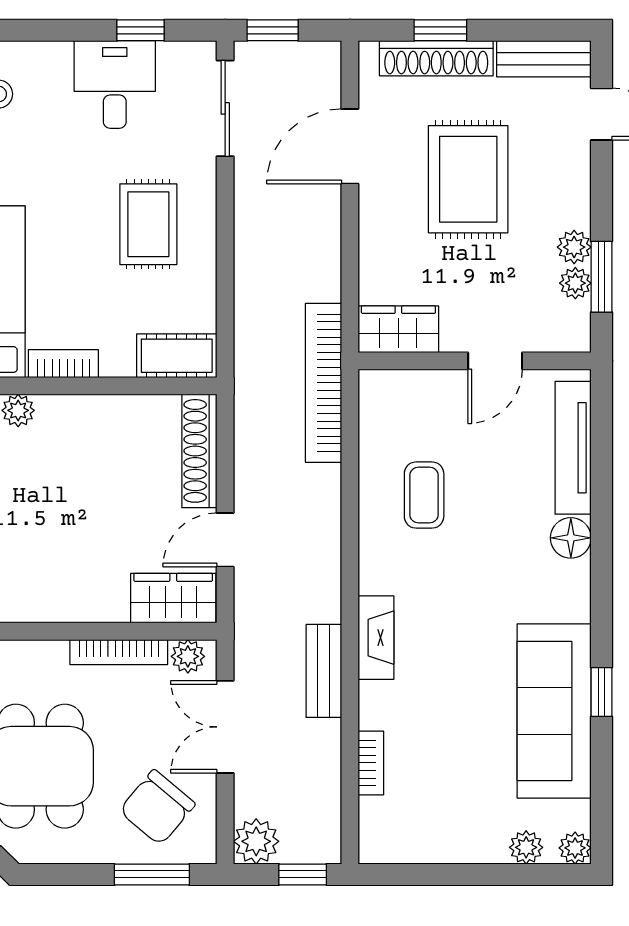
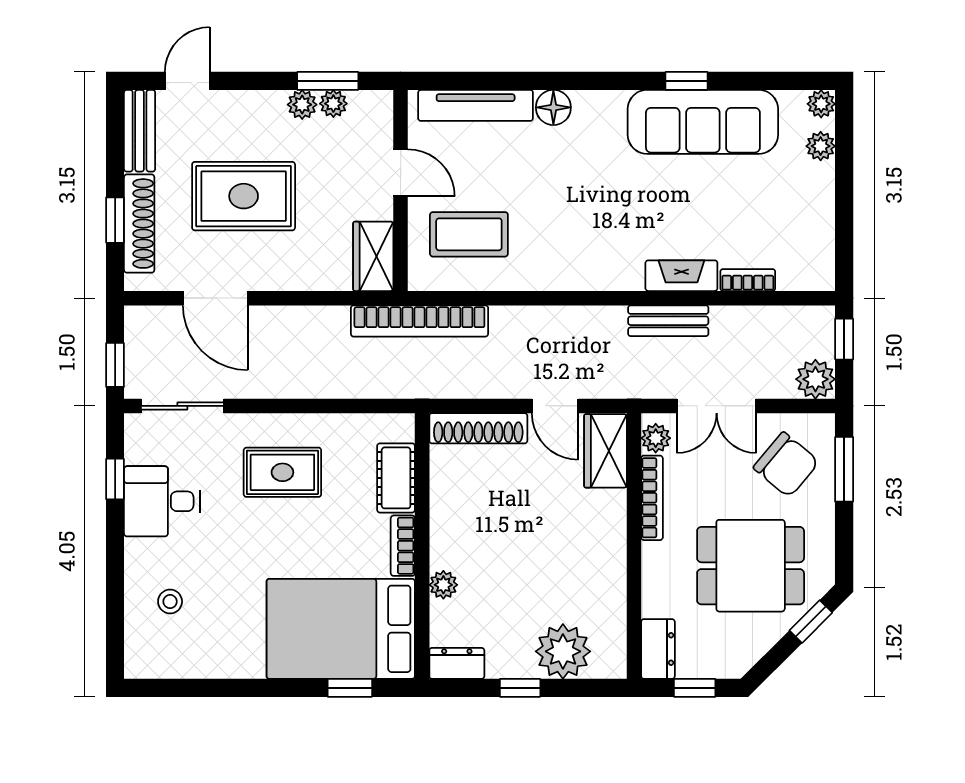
cot: (177, 356) -> (396, 478), moved
coffee table: (424, 495) -> (469, 234), moved, width x1.36, depth x1.30
fireplace: (376, 638) -> (681, 276), moved

